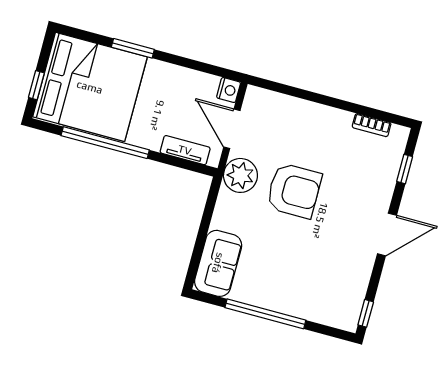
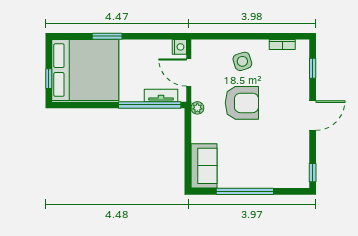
side table: (310, 133) -> (242, 61), added
window: (105, 143) -> (150, 105), moved
plant: (240, 175) -> (197, 108), width x0.53, depth x0.53

